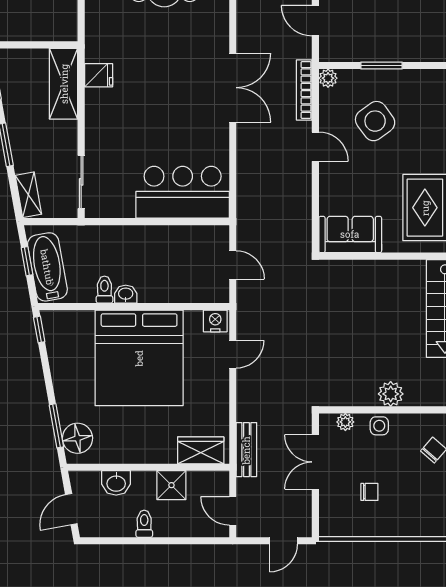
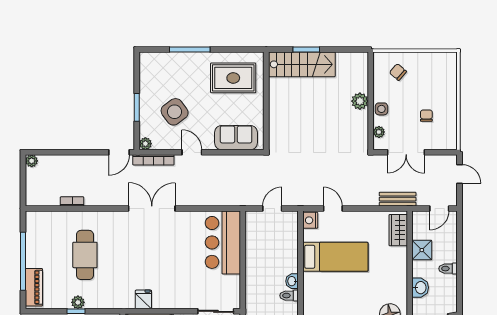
door: (315, 21) -> (119, 152), moved
door: (315, 147) -> (192, 152), hinge flipped
sofa: (350, 234) -> (236, 138), moved, turned 90
bed: (139, 358) -> (335, 257), width x0.49

